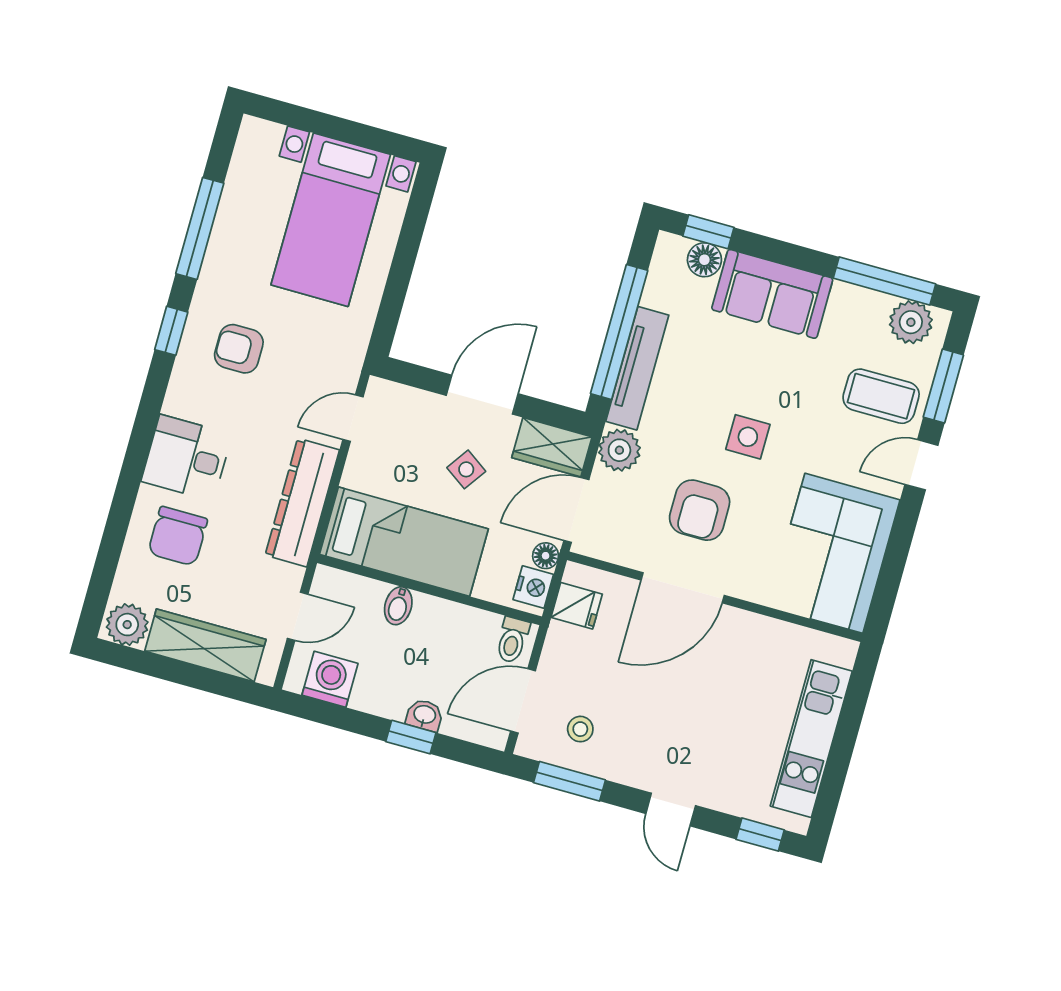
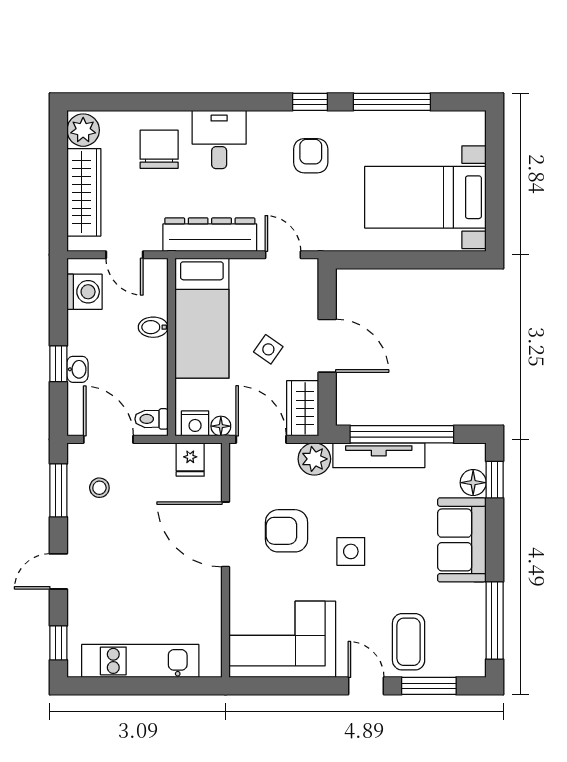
plant: (911, 322) -> (470, 649), removed
chair: (178, 536) -> (159, 149), turned 90

